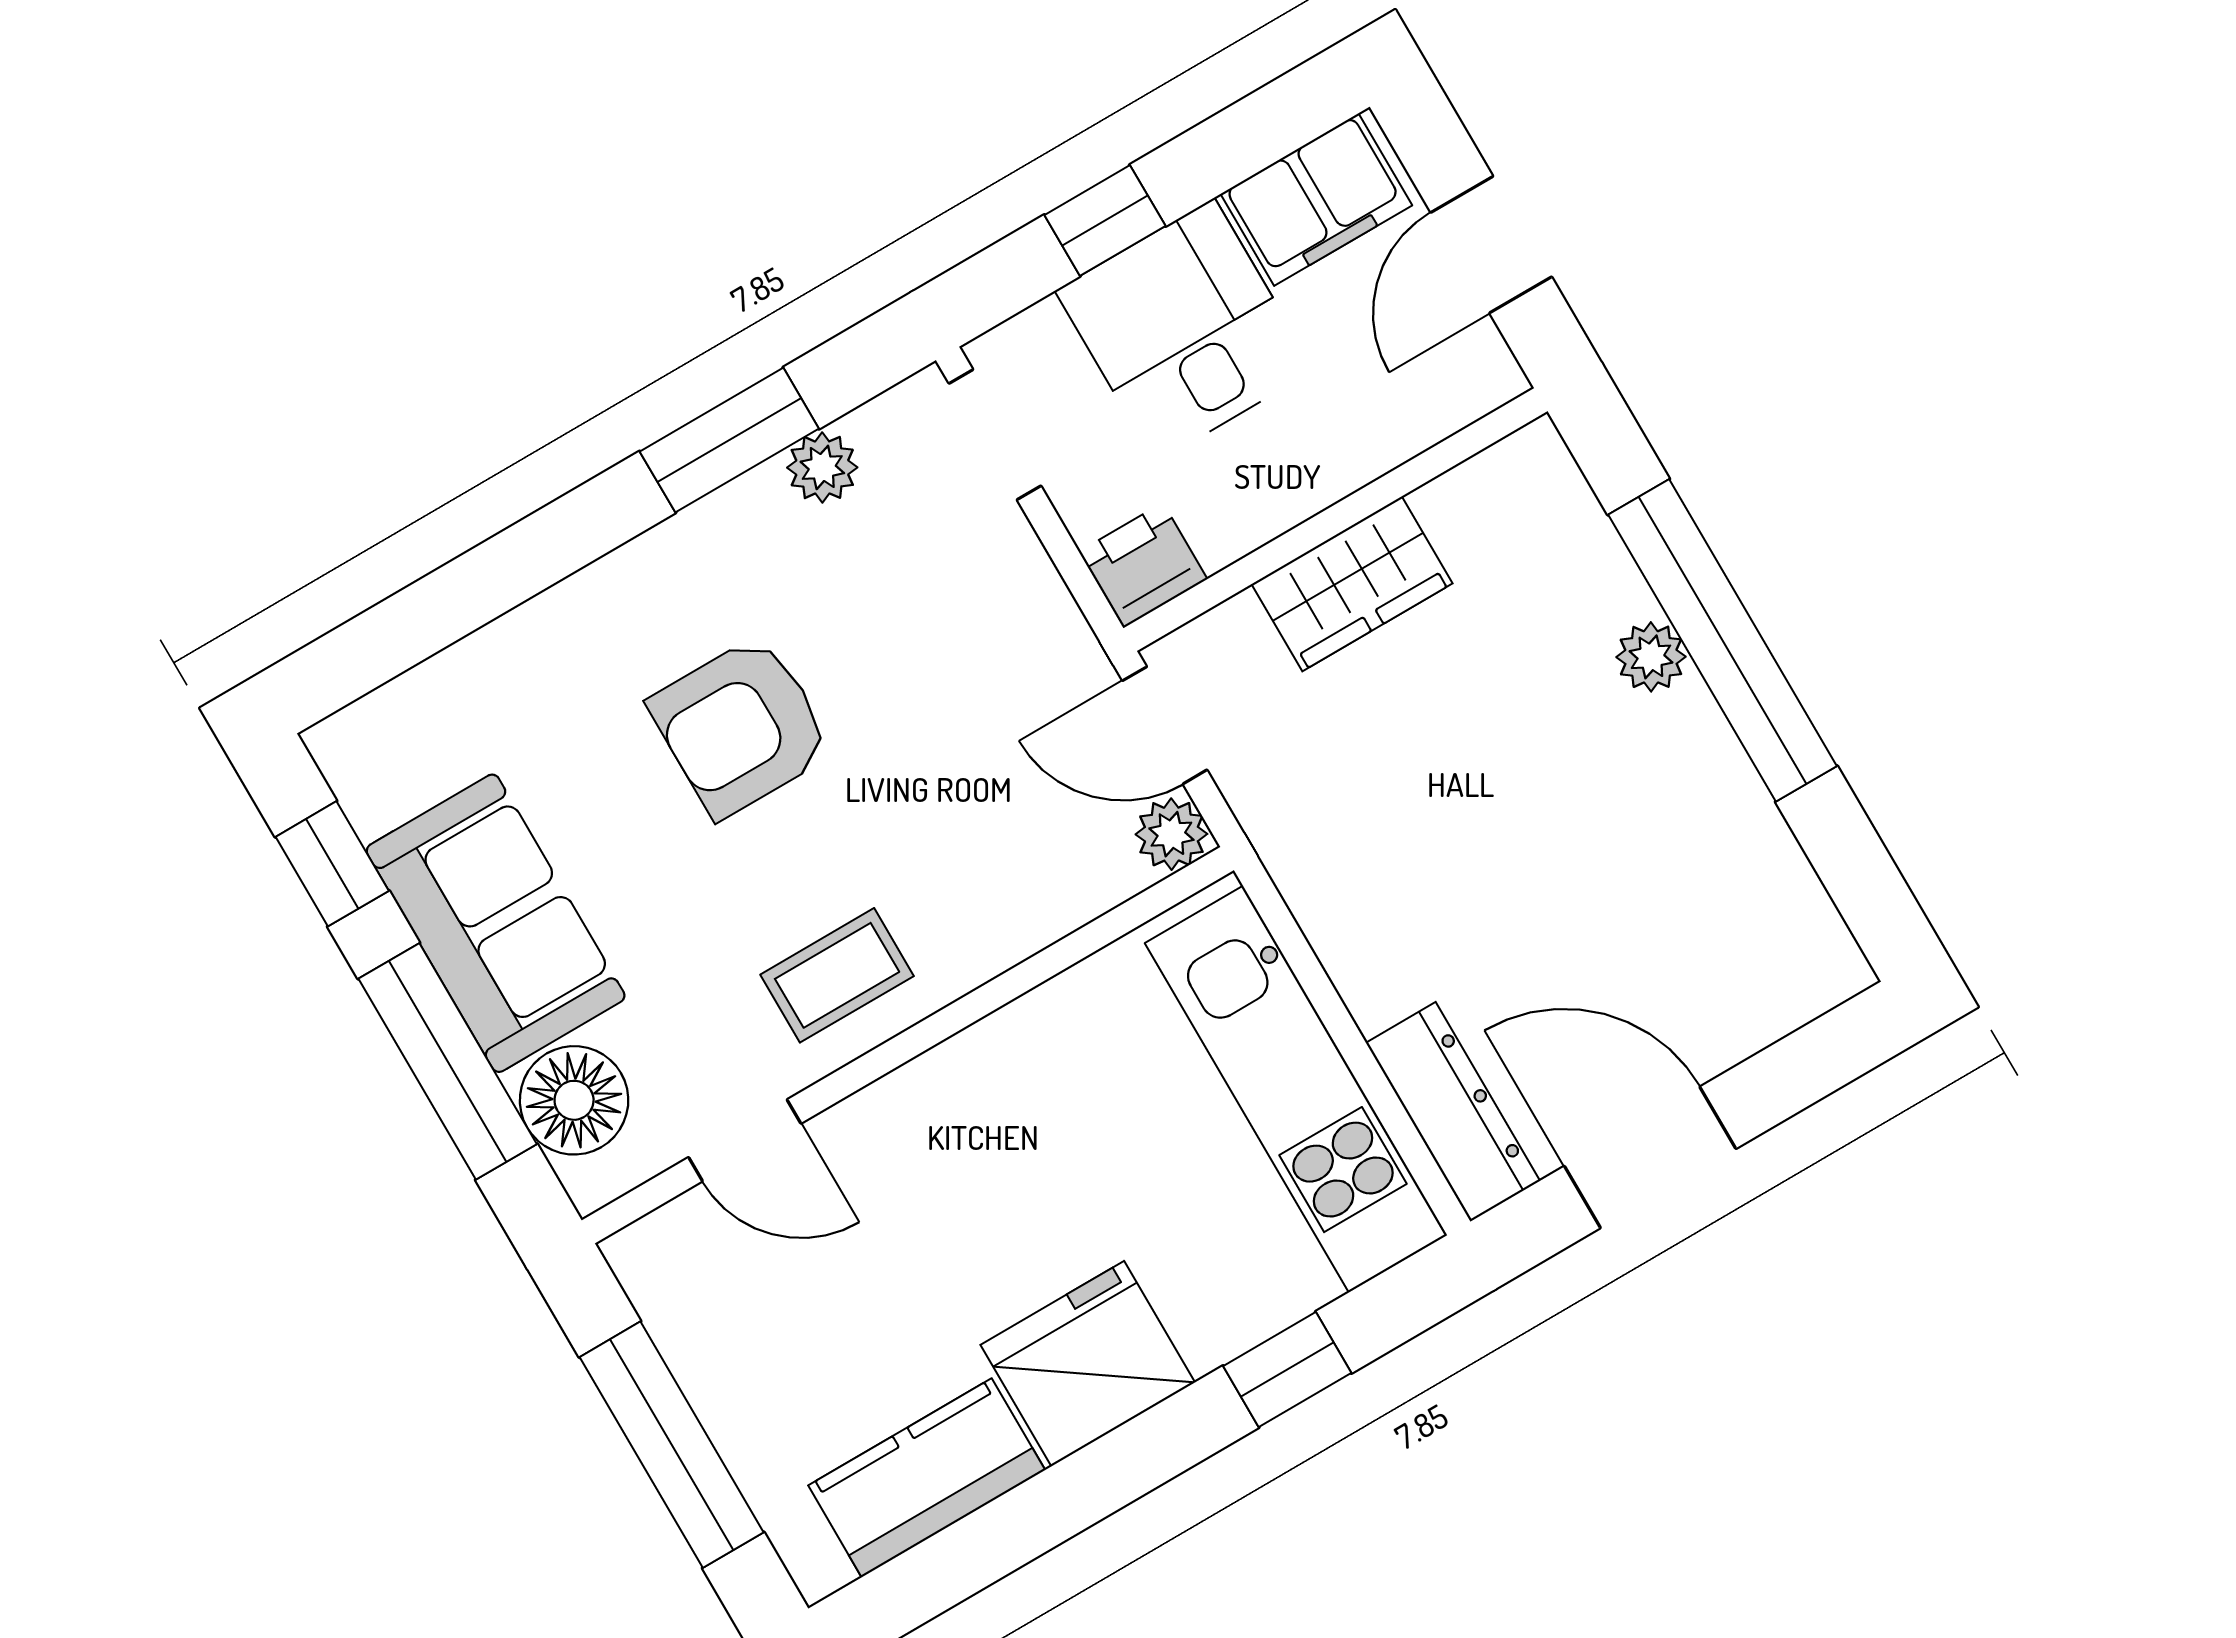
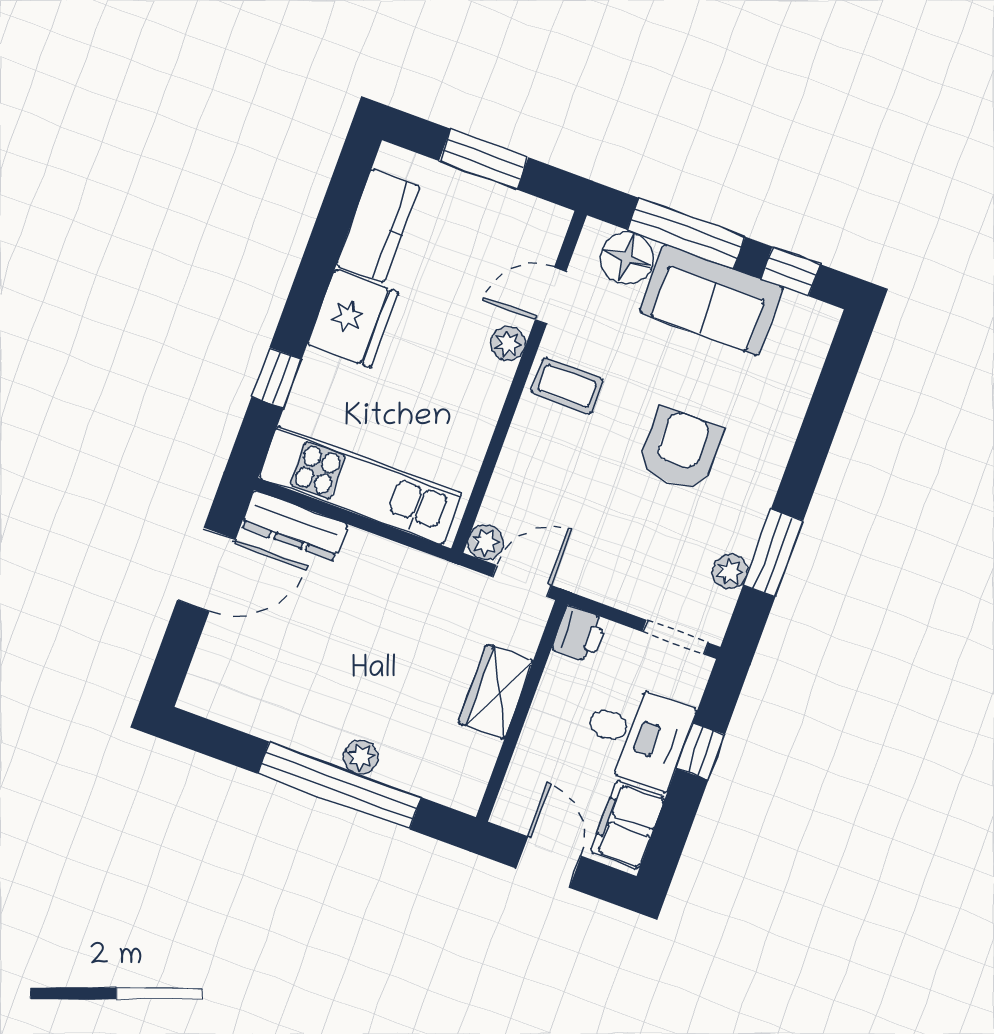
coffee table: (837, 975) -> (567, 386), turned 90
plant: (875, 1120) -> (508, 344), added
window: (672, 1445) -> (484, 159), width x0.69

